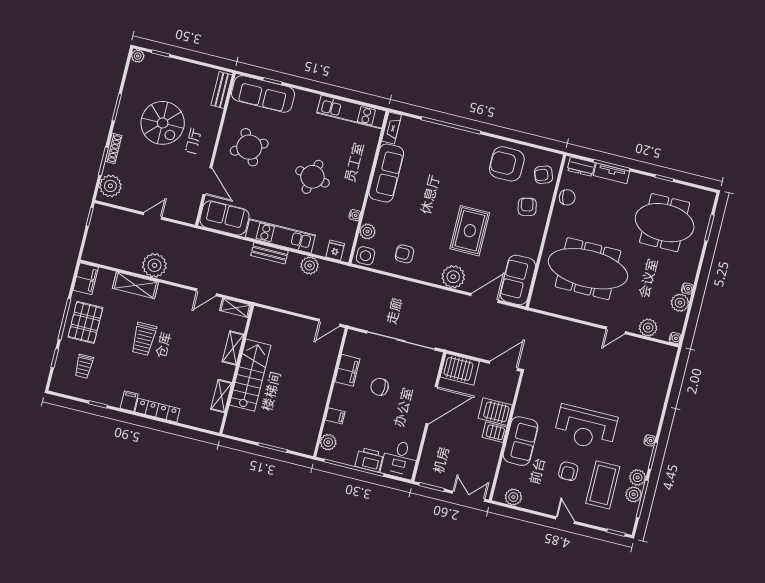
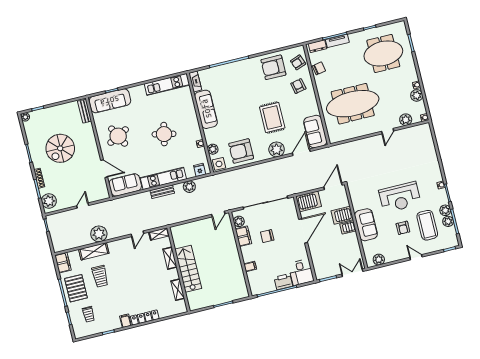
spiral stairs: (163, 123) -> (60, 148), turned 90
armchair: (404, 254) -> (241, 151), width x1.88, depth x1.88
trolley: (144, 339) -> (100, 276), moved
plant: (328, 442) -> (239, 221), moved

